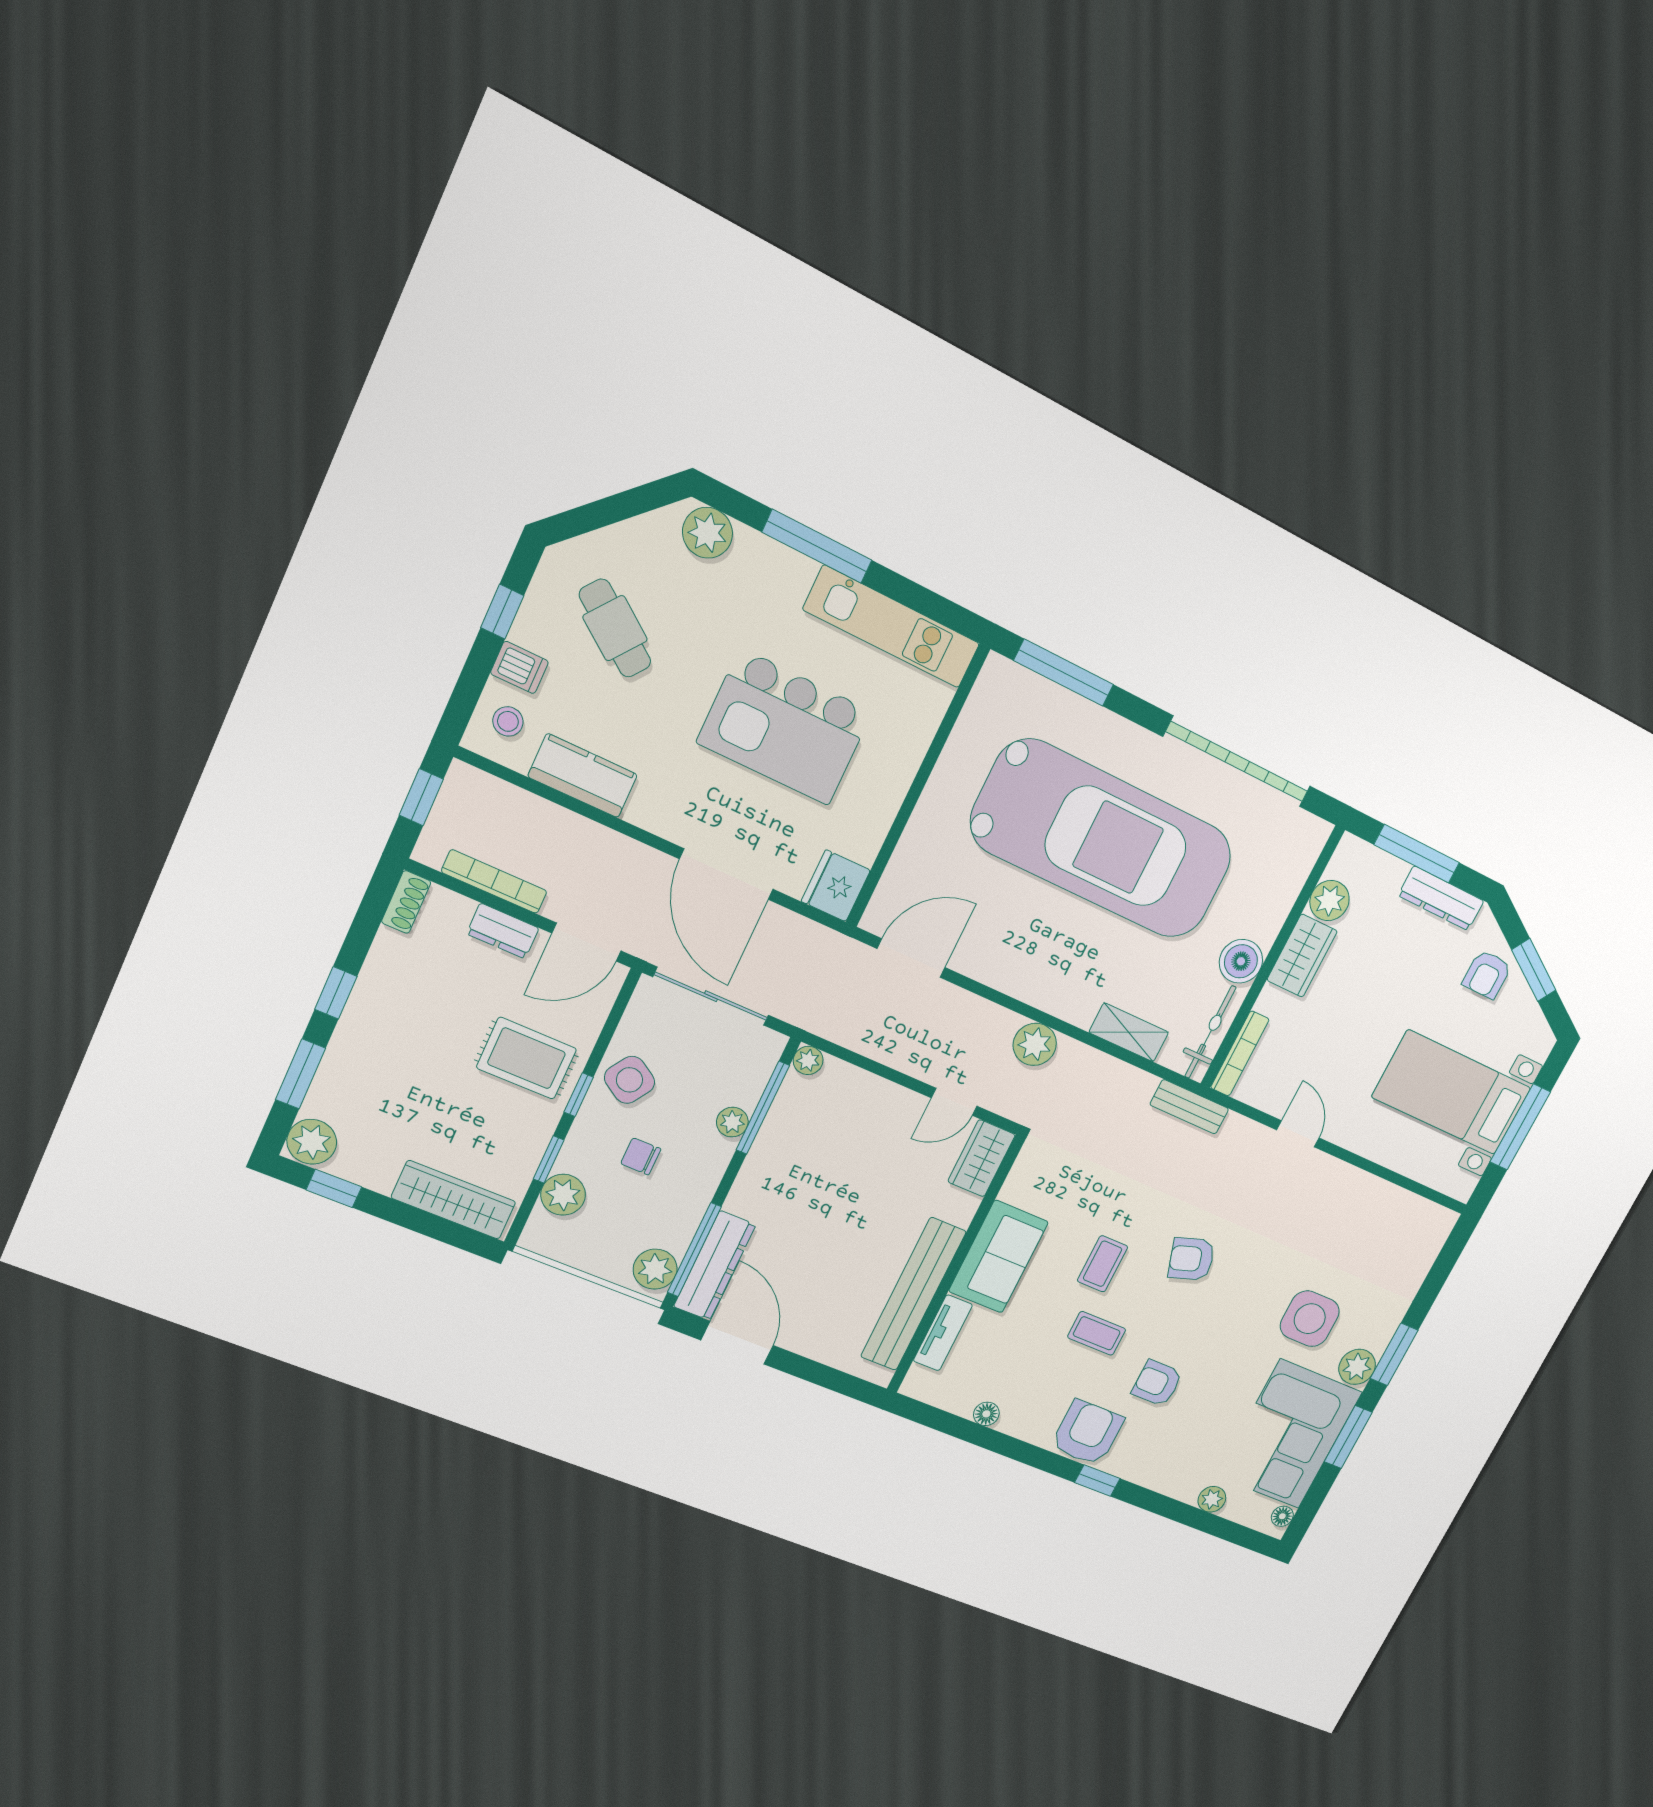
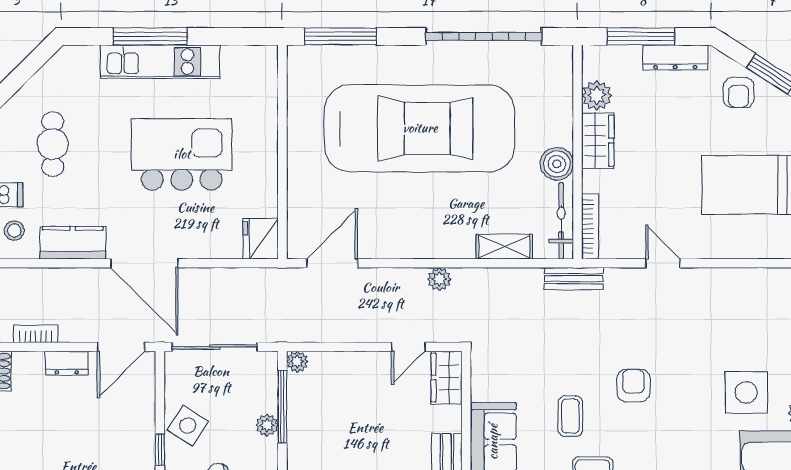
plant: (707, 533) -> (82, 61), removed
kitchen unit: (892, 627) -> (160, 62), moved
cafe table: (615, 628) -> (53, 144), turned 53
kitchen island: (785, 727) -> (182, 154), turned 180
door: (726, 874) -> (144, 263), moved
bookcase: (494, 882) -> (36, 334), width x0.64
plant: (1035, 1044) -> (439, 279), width x0.73, depth x0.73
rug: (526, 1058) -> (117, 440), removed
armchair: (1191, 1259) -> (633, 385), turned 108

